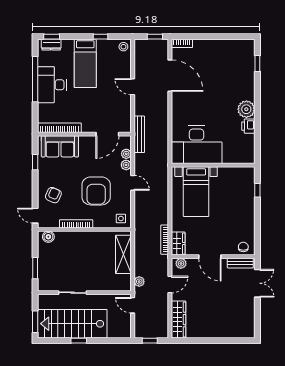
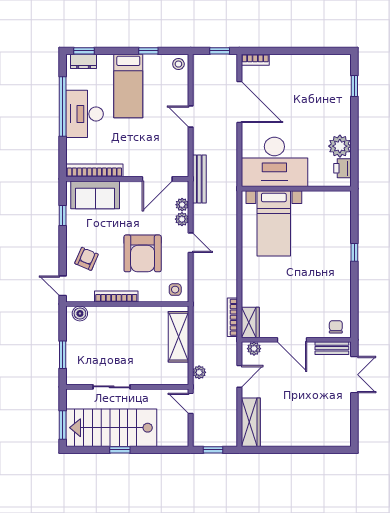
desk: (197, 145) -> (274, 162), moved
wall: (213, 165) -> (296, 189), moved
bed with nightstands: (196, 192) -> (274, 223), moved

